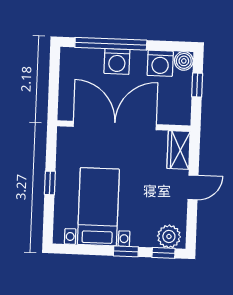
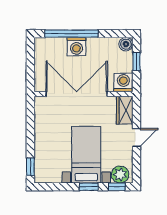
washing machine: (160, 63) -> (123, 82), moved, turned 180
window: (50, 183) -> (30, 167), moved
bed with nightstands: (98, 207) -> (86, 155), moved

